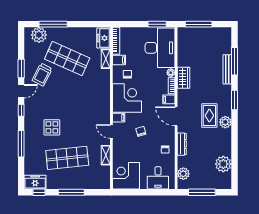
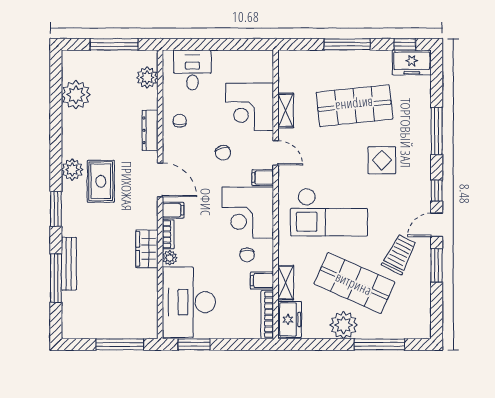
plant: (39, 35) -> (344, 325), moved
checkout: (81, 98) -> (329, 212), added
corner desk: (126, 176) -> (250, 107), moved, turned 90

